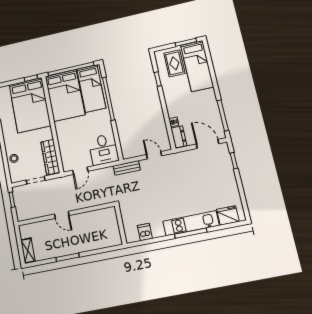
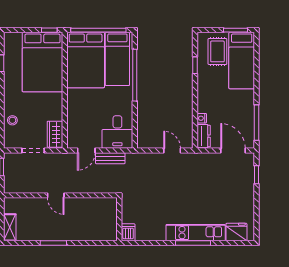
wardrobe: (50, 157) -> (55, 134), width x0.67
bench: (127, 168) -> (110, 158), moved
dishwasher: (145, 232) -> (128, 232), moved

